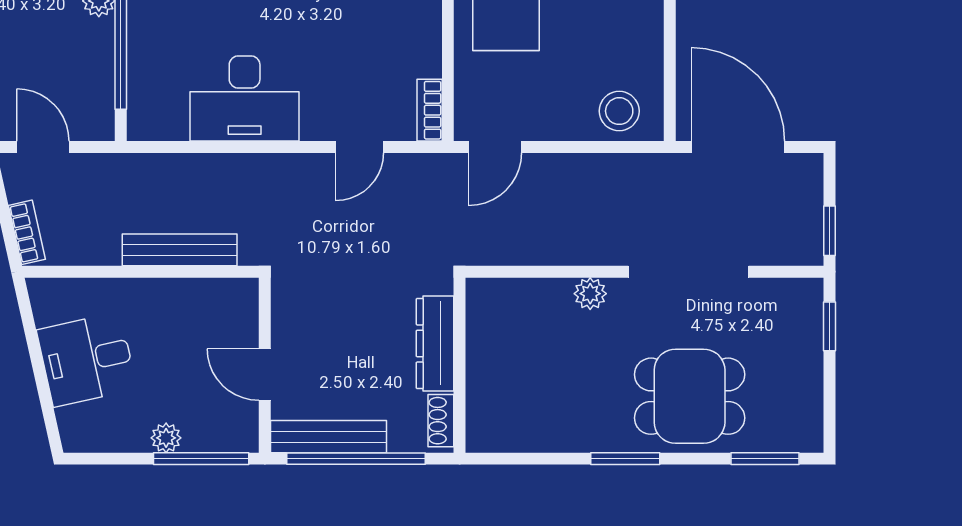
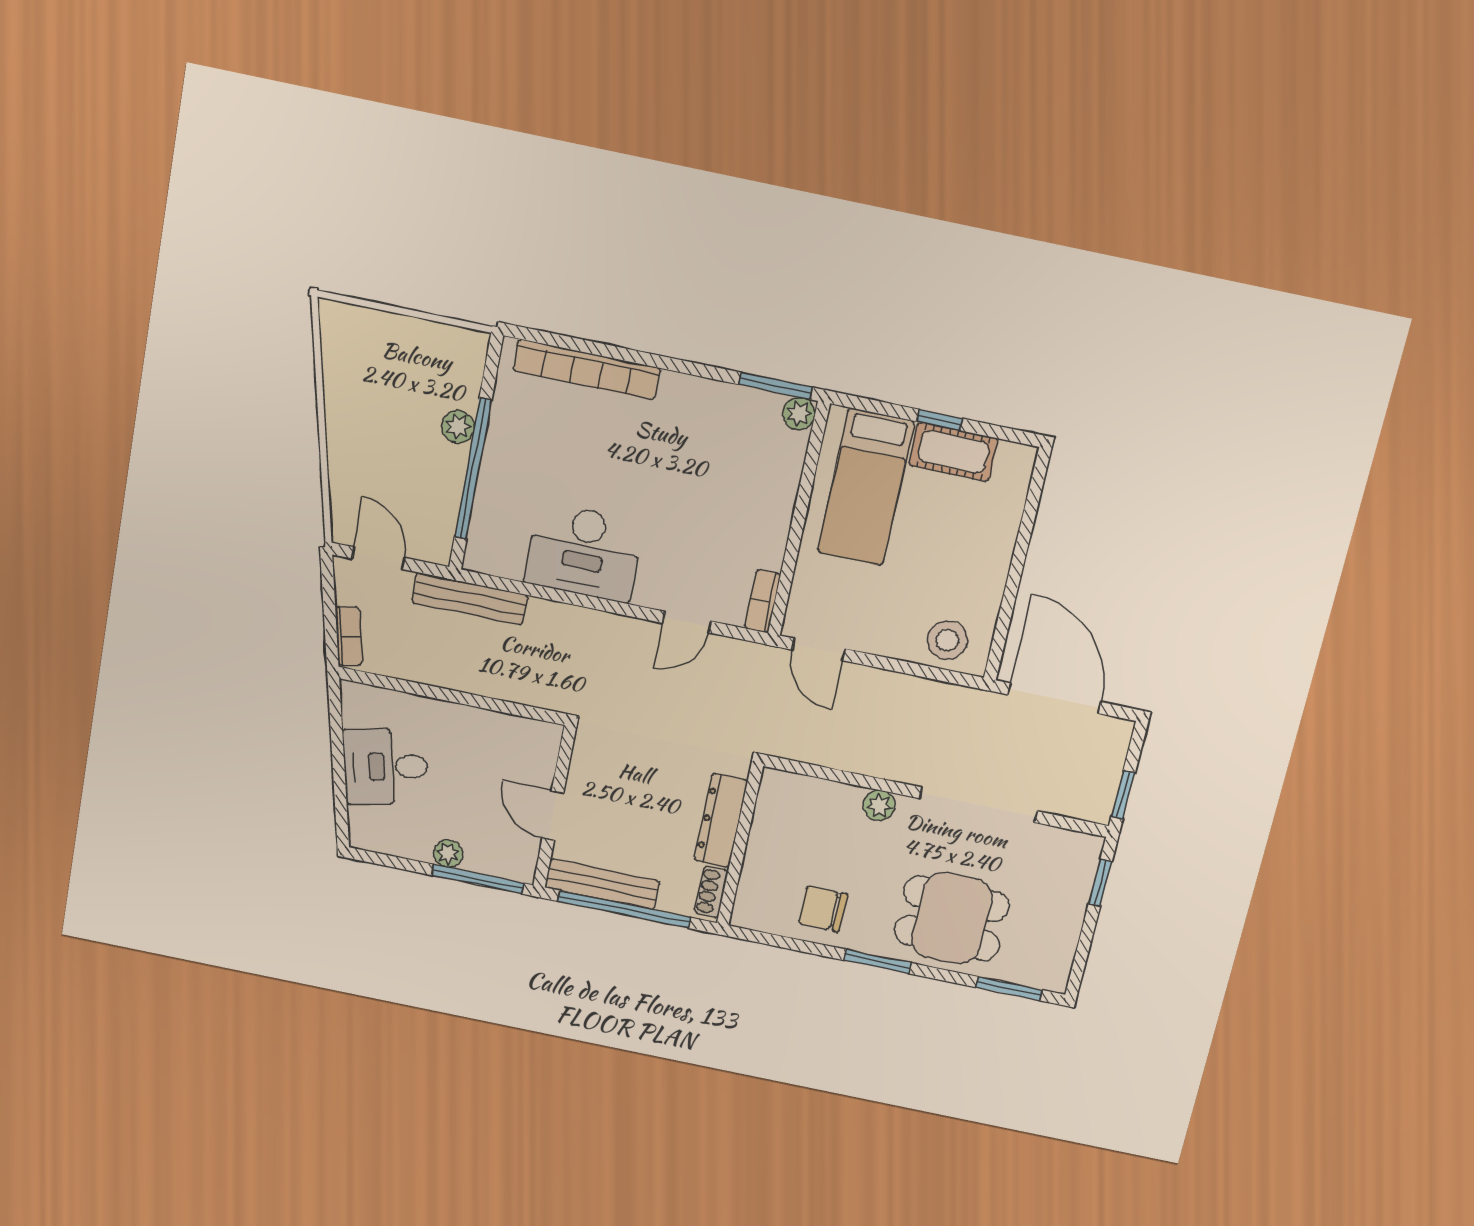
door: (495, 147) -> (819, 649), hinge flipped
bench: (180, 250) -> (470, 599), moved
chair: (557, 414) -> (823, 909), added

